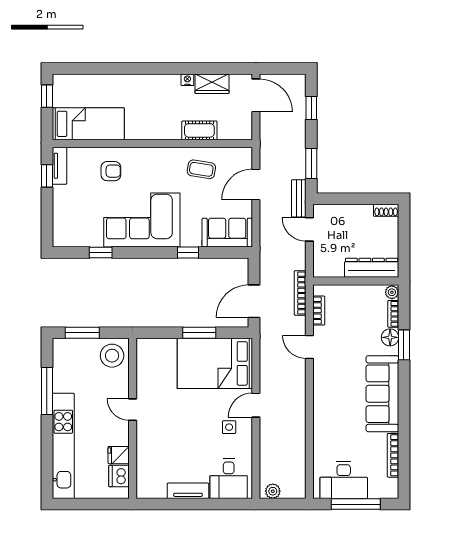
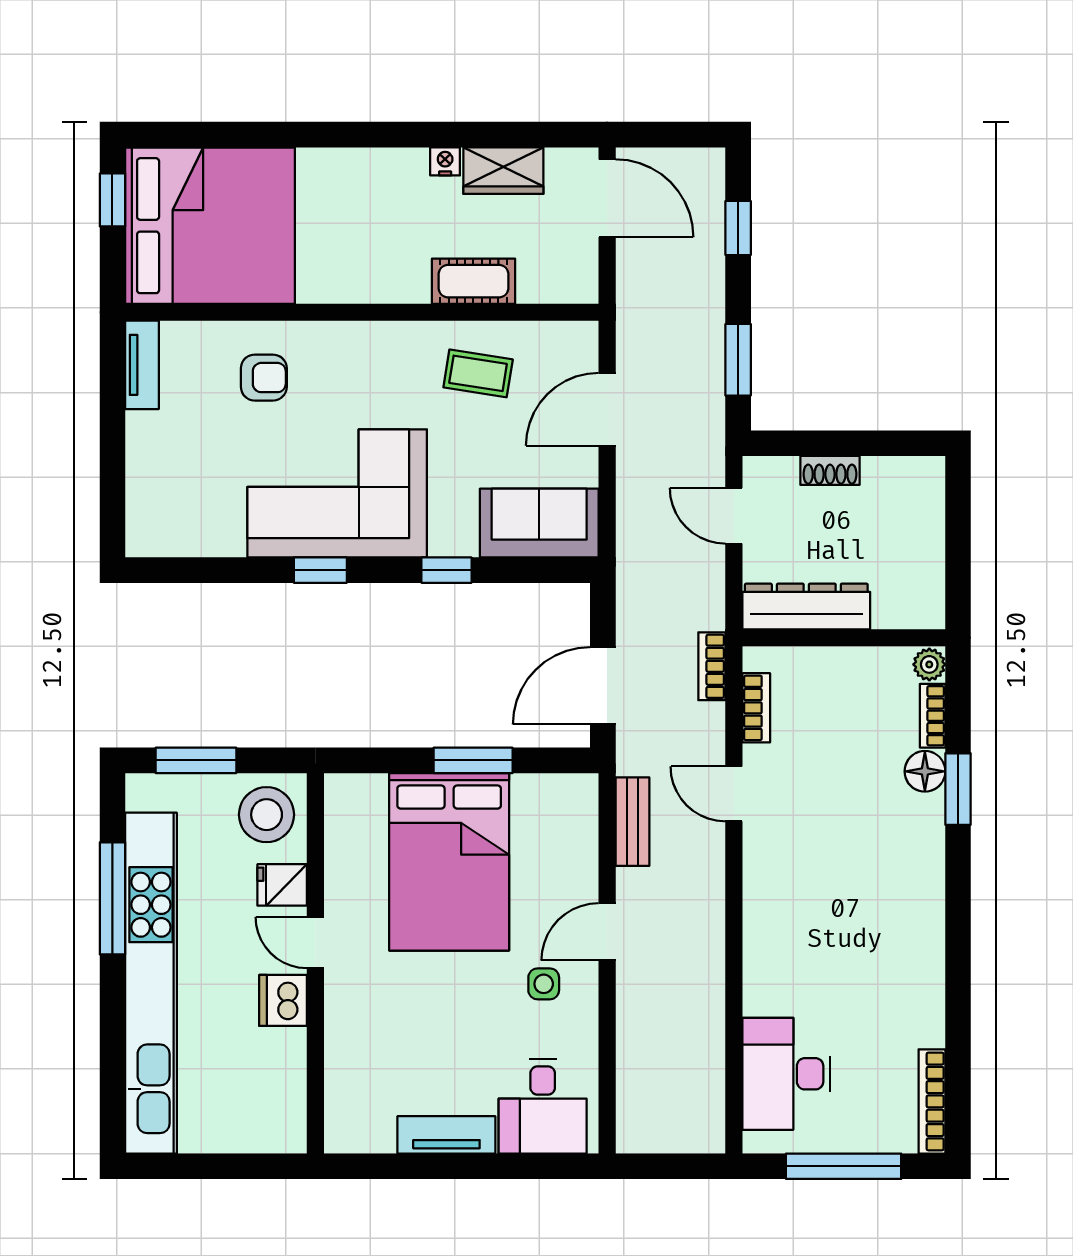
bed: (88, 124) -> (210, 226), width x2.04
window: (47, 176) -> (112, 389), removed
bench: (299, 198) -> (632, 822), moved
shoe rack: (386, 210) -> (830, 470), moved
window: (101, 252) -> (320, 570), moved
dresser: (372, 268) -> (806, 606), moved
bookcase: (300, 293) -> (712, 666), width x0.64
bed: (215, 363) -> (449, 862), moved, turned -90
sofa: (382, 394) -> (907, 905), removed
kitchen unit: (63, 446) -> (151, 983), width x1.36
fridge: (119, 455) -> (282, 885), moved
bookcase: (393, 455) -> (932, 1101), moved
dishwasher: (119, 476) -> (283, 1000), moved
desk: (344, 480) -> (786, 1074), moved, turned 90
plant: (273, 491) -> (647, 1136), removed

